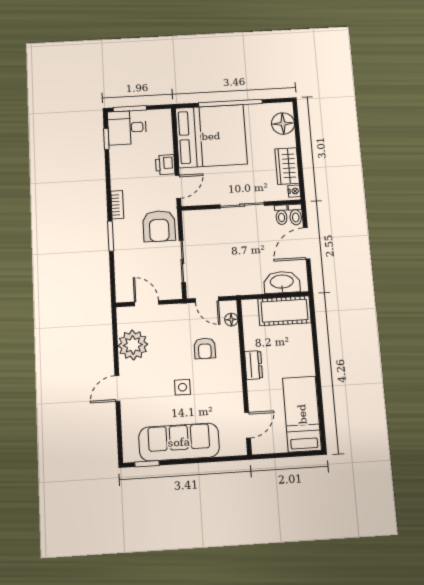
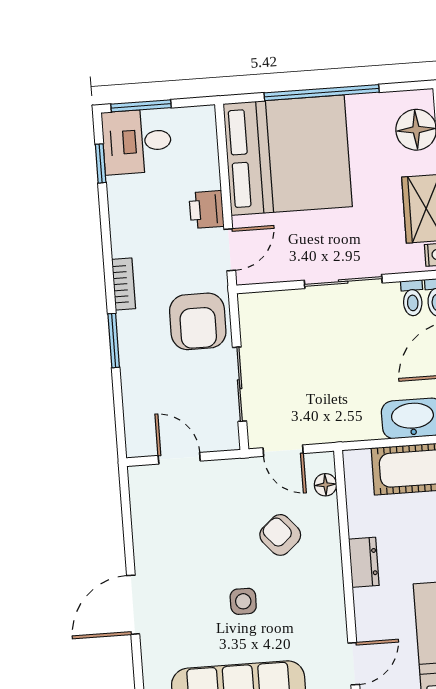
plant: (133, 345) -> (157, 531), removed
armchair: (205, 348) -> (280, 535), turned 139
door: (117, 388) -> (133, 605), width x1.38

